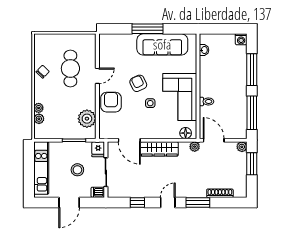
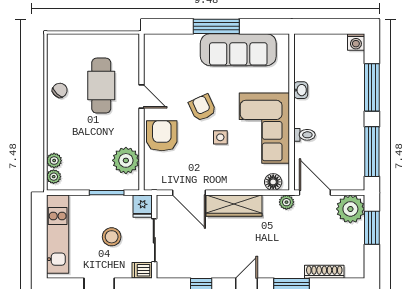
washbasin: (204, 50) -> (301, 90), moved
door: (97, 76) -> (141, 96), hinge flipped
plant: (39, 108) -> (54, 177), moved
plant: (242, 147) -> (350, 209), width x1.88, depth x1.88

